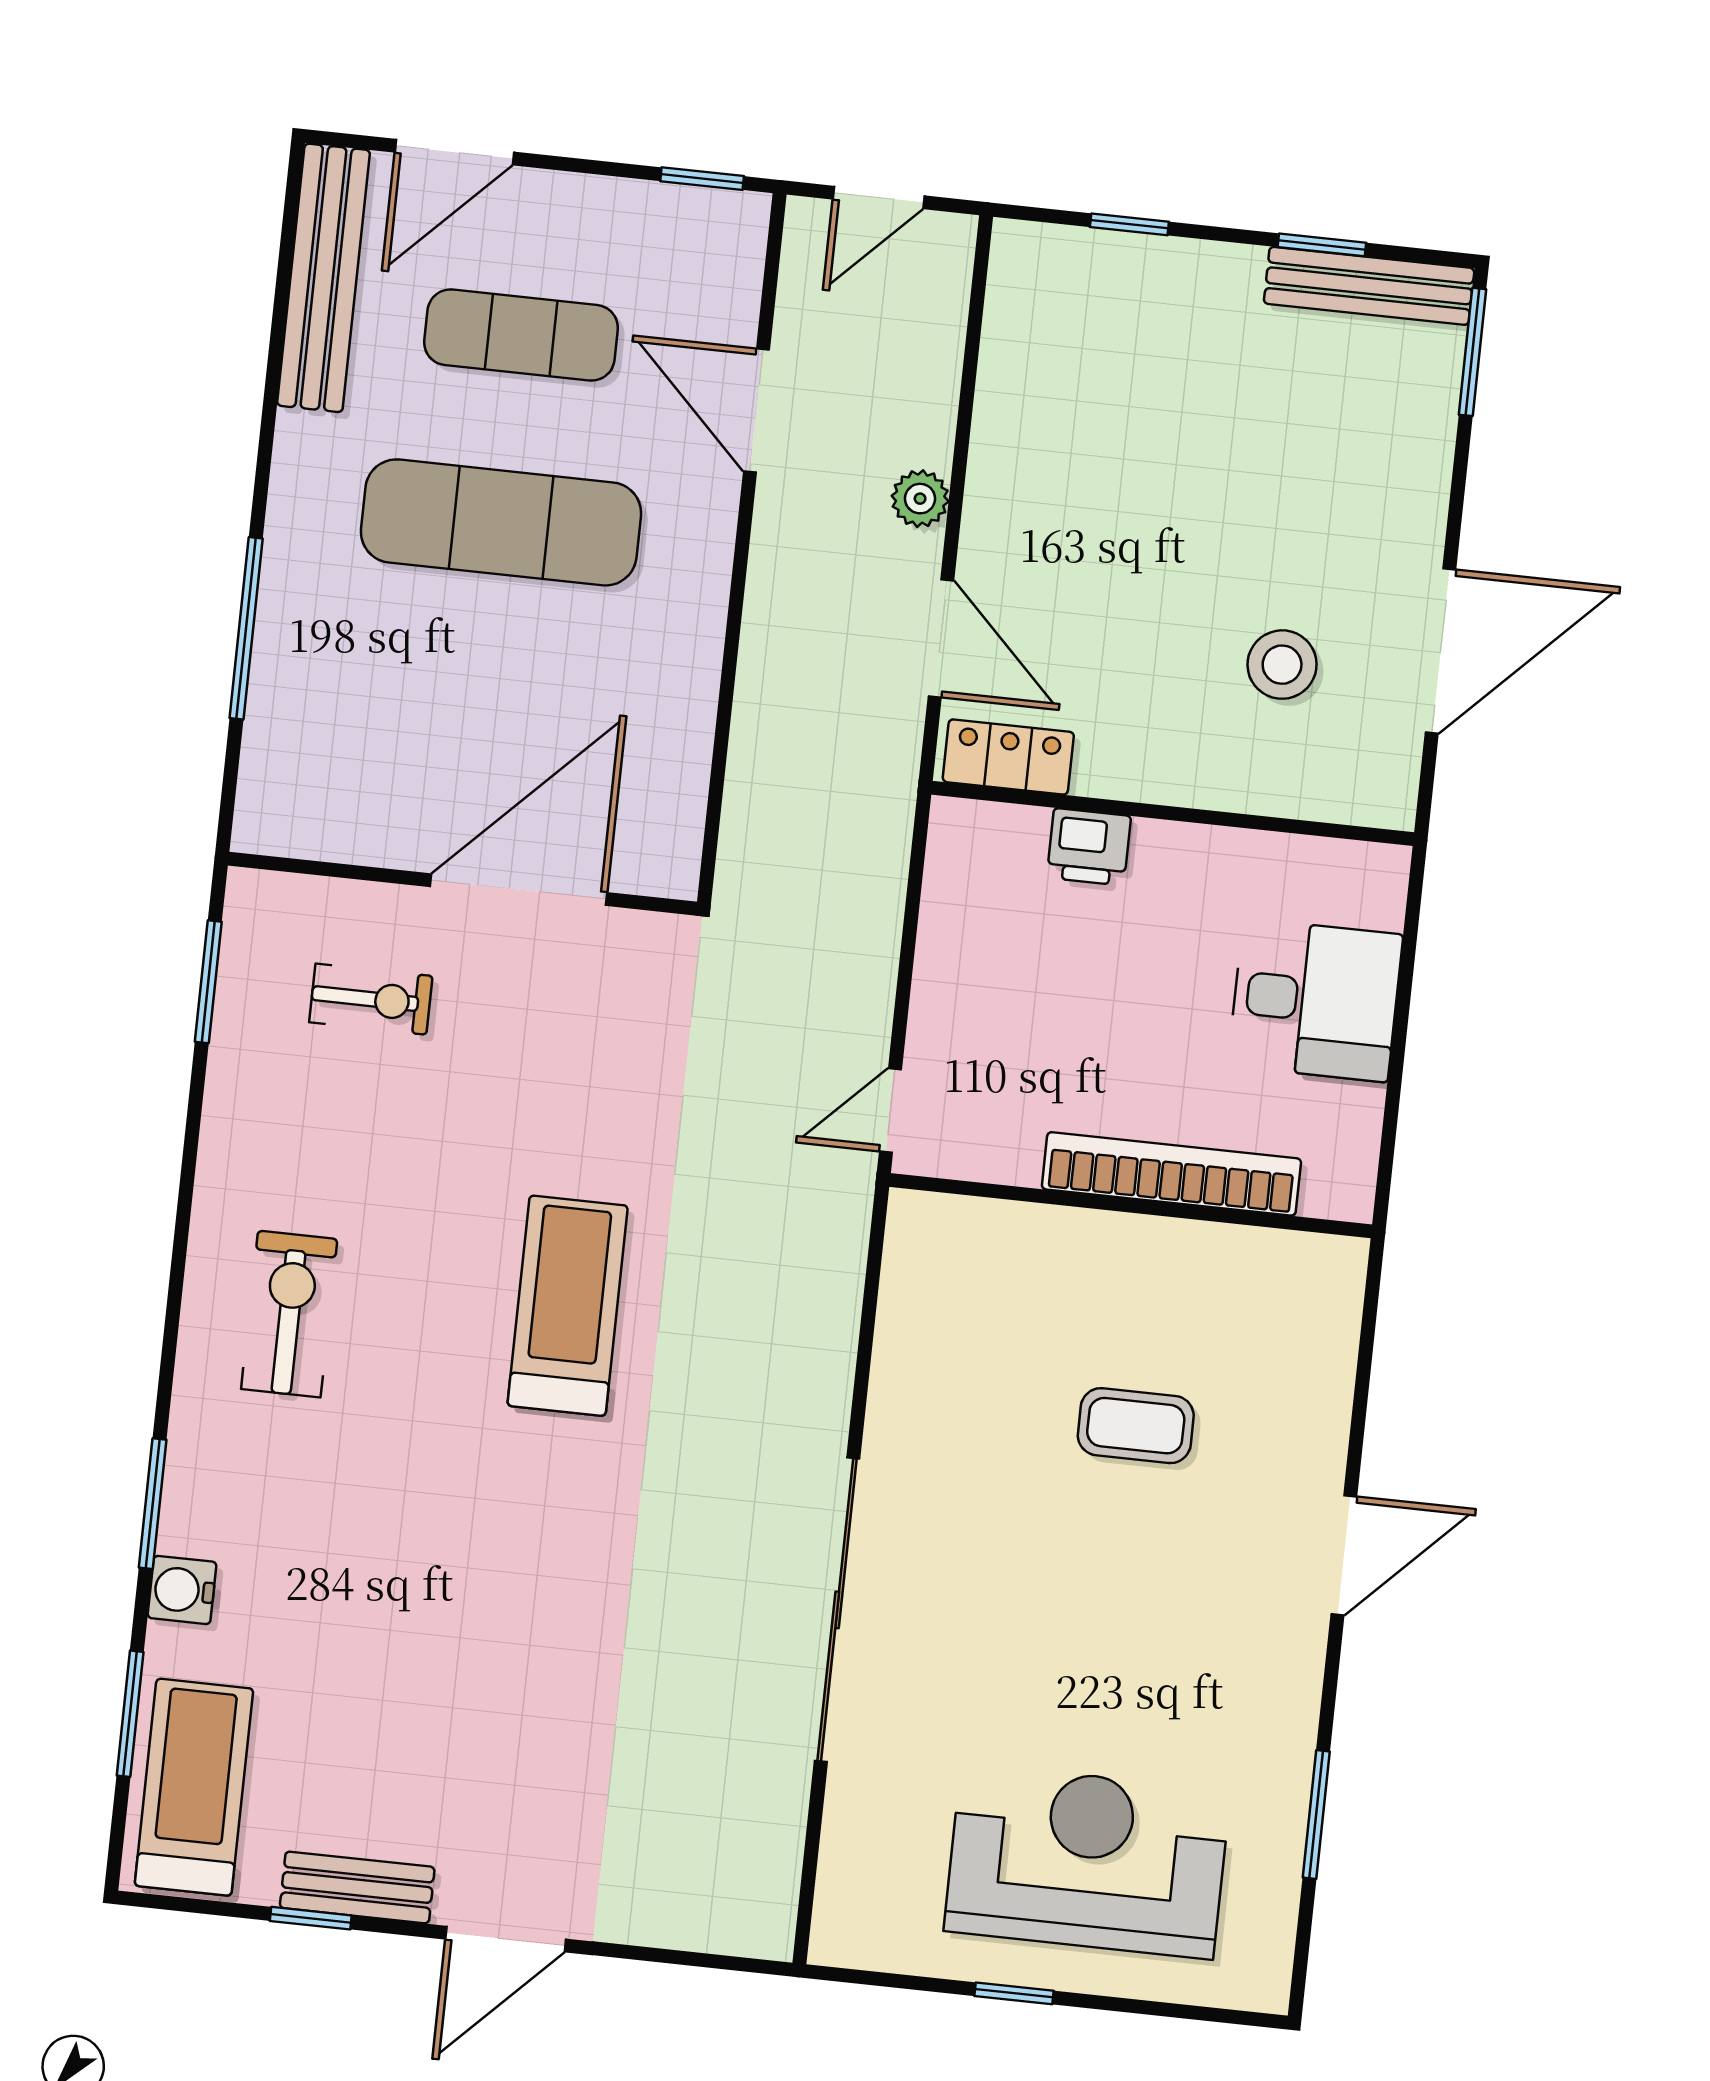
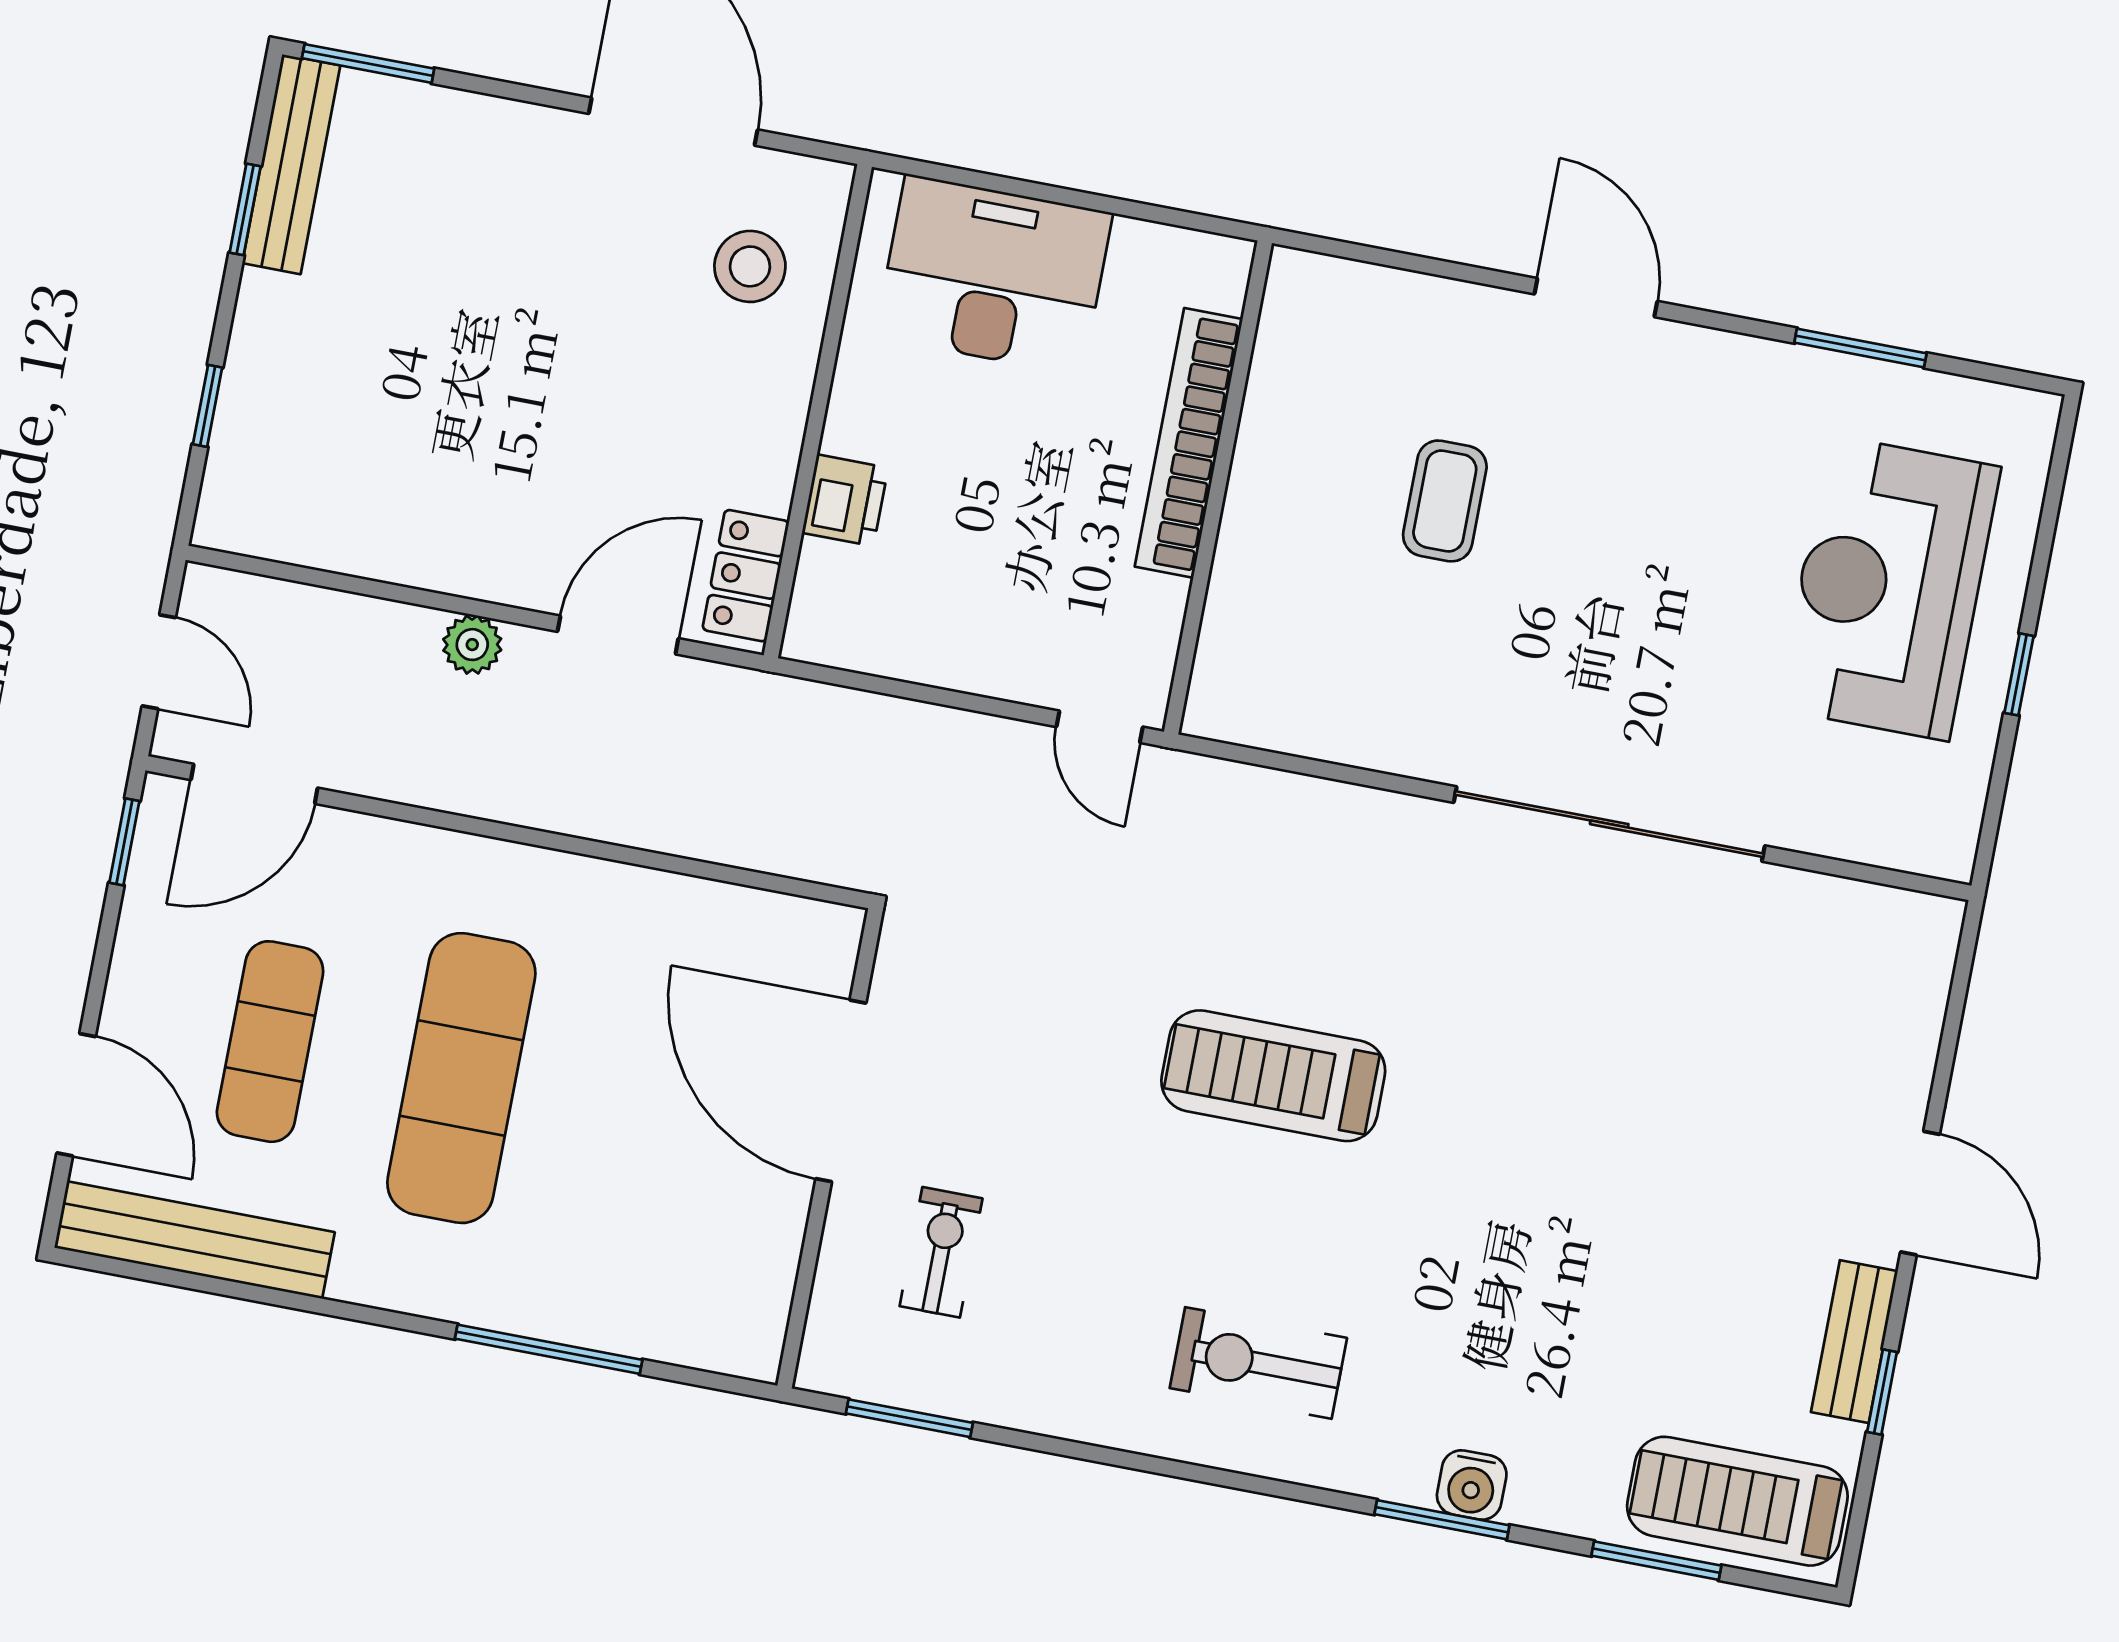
door: (756, 411) -> (254, 784), moved
stool: (1282, 665) -> (750, 266), moved
desk: (1315, 1000) -> (994, 275), width x1.37
water cooler: (182, 1590) -> (1472, 1485), moved

